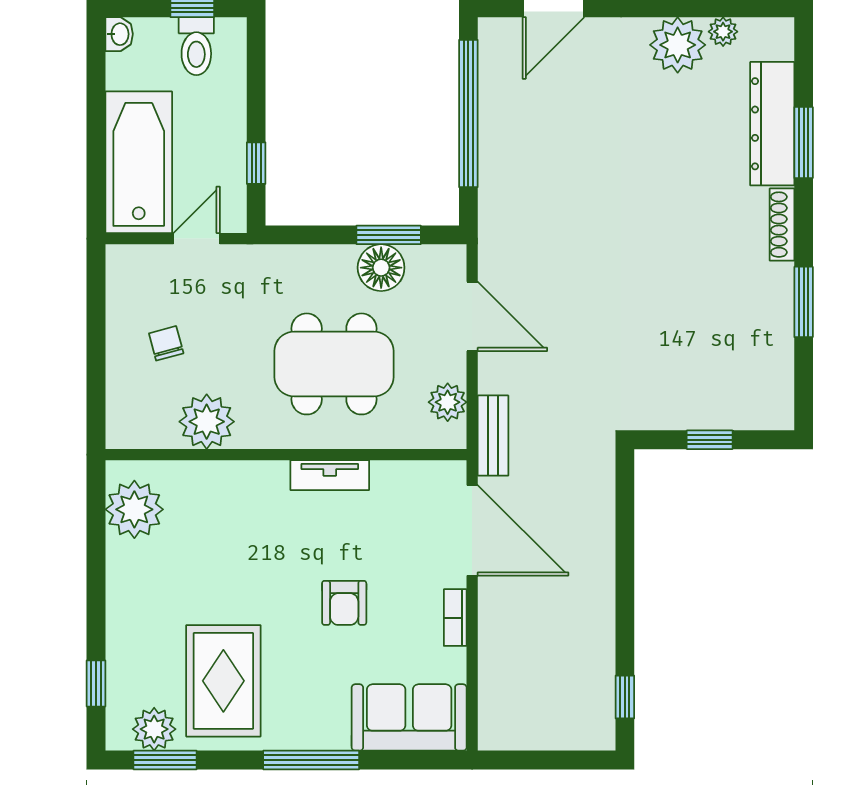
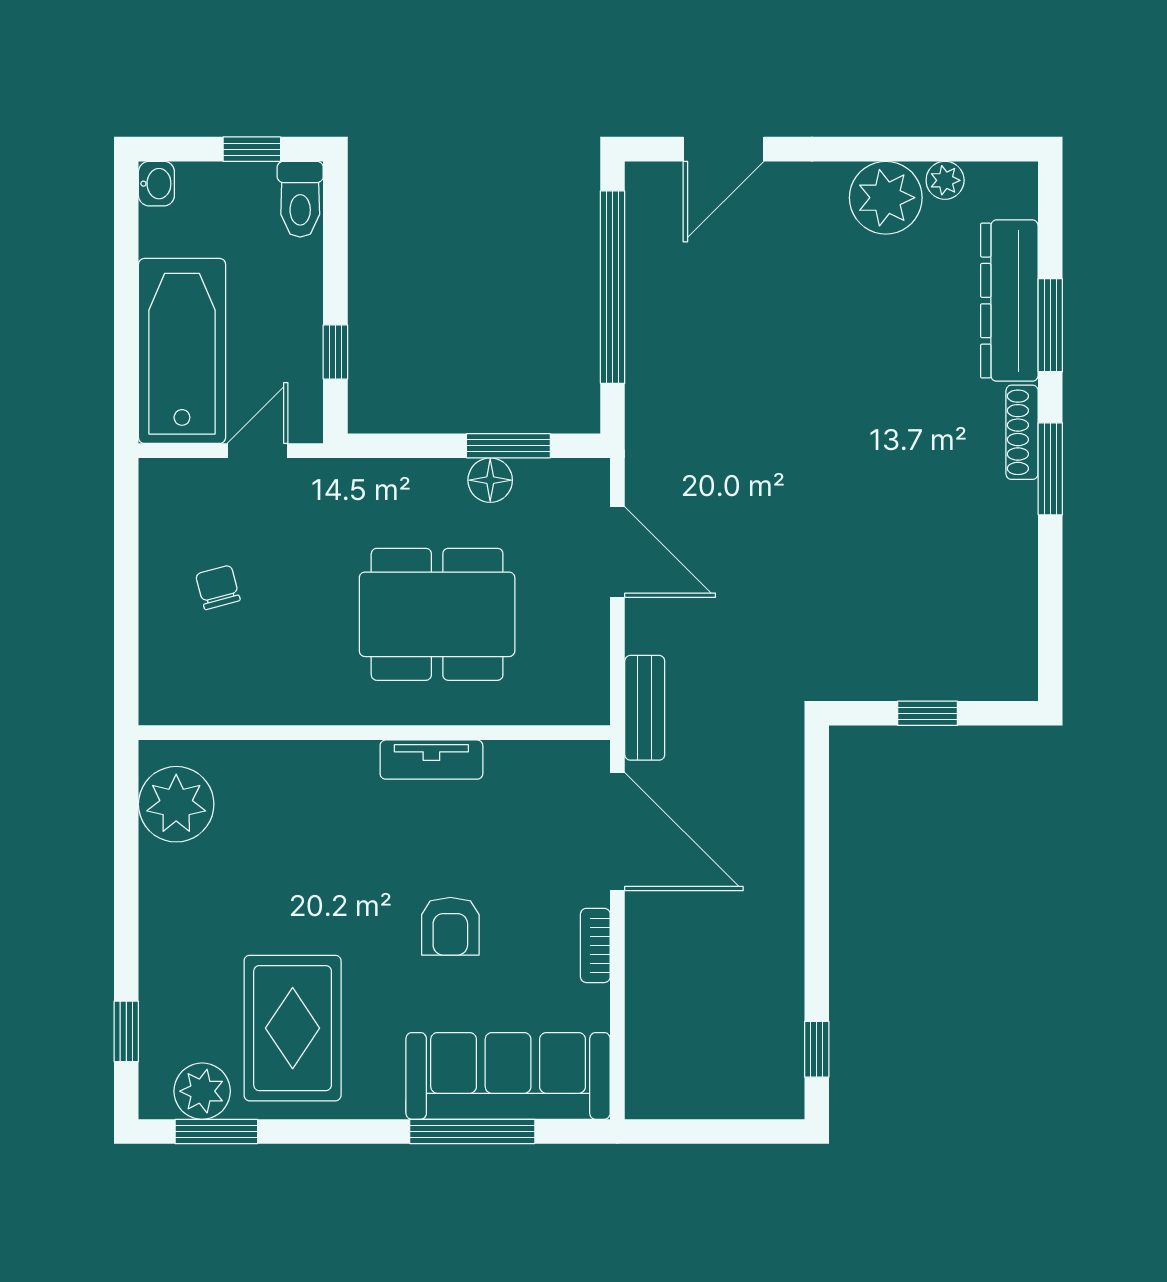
toilet: (196, 46) -> (300, 199), moved
floor lamp: (381, 268) -> (490, 480), width x0.73, depth x0.73
window: (804, 302) -> (1050, 469), moved
plant: (448, 402) -> (585, 664), removed
plant: (207, 422) -> (271, 690), removed
sofa: (409, 717) -> (508, 1076), width x1.36
window: (311, 760) -> (472, 1131), moved

